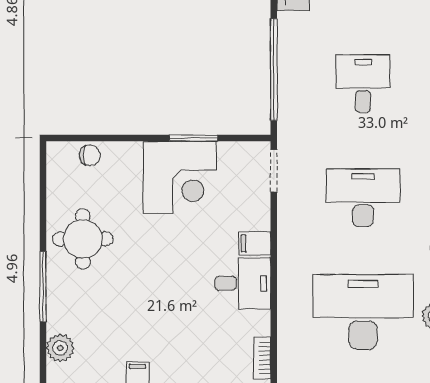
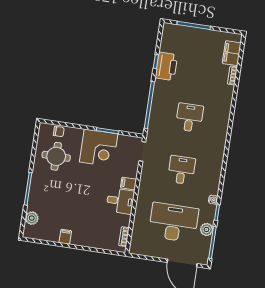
desk: (363, 198) -> (181, 170), width x0.73
round table: (83, 239) -> (56, 156), moved

